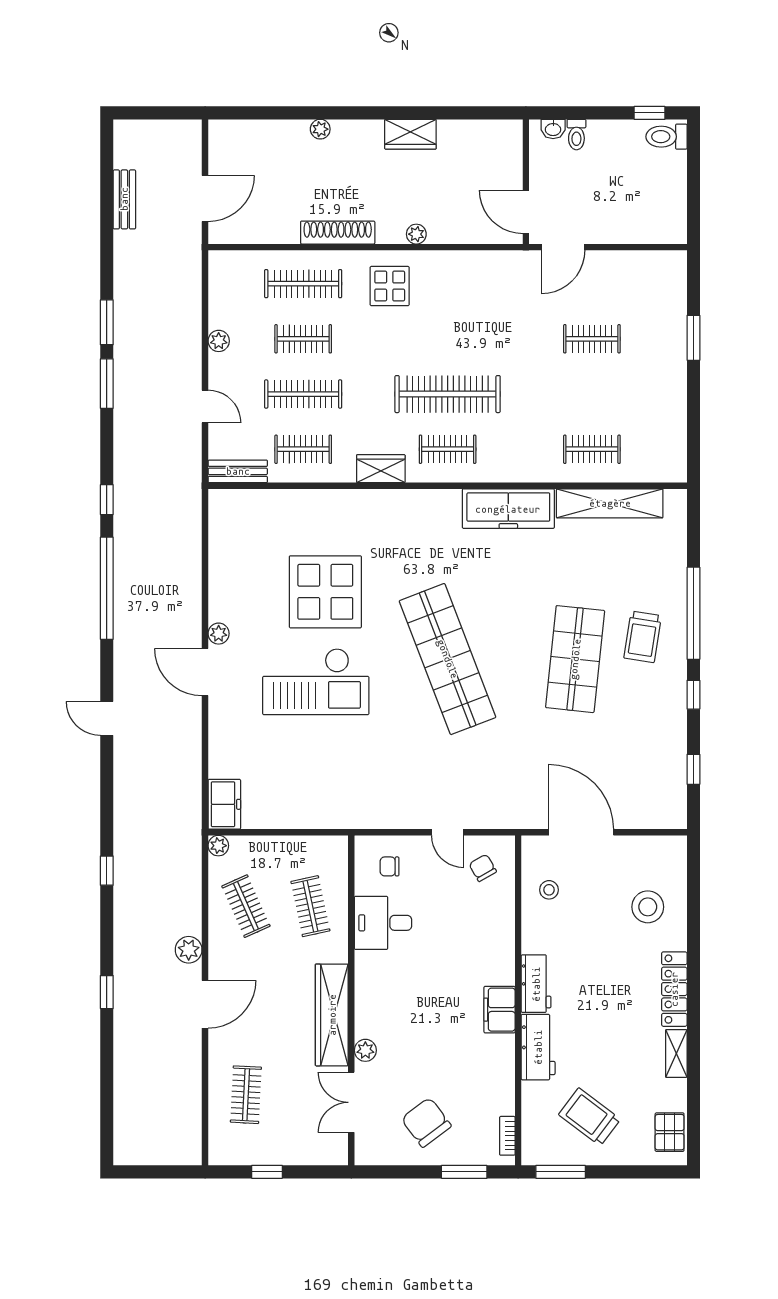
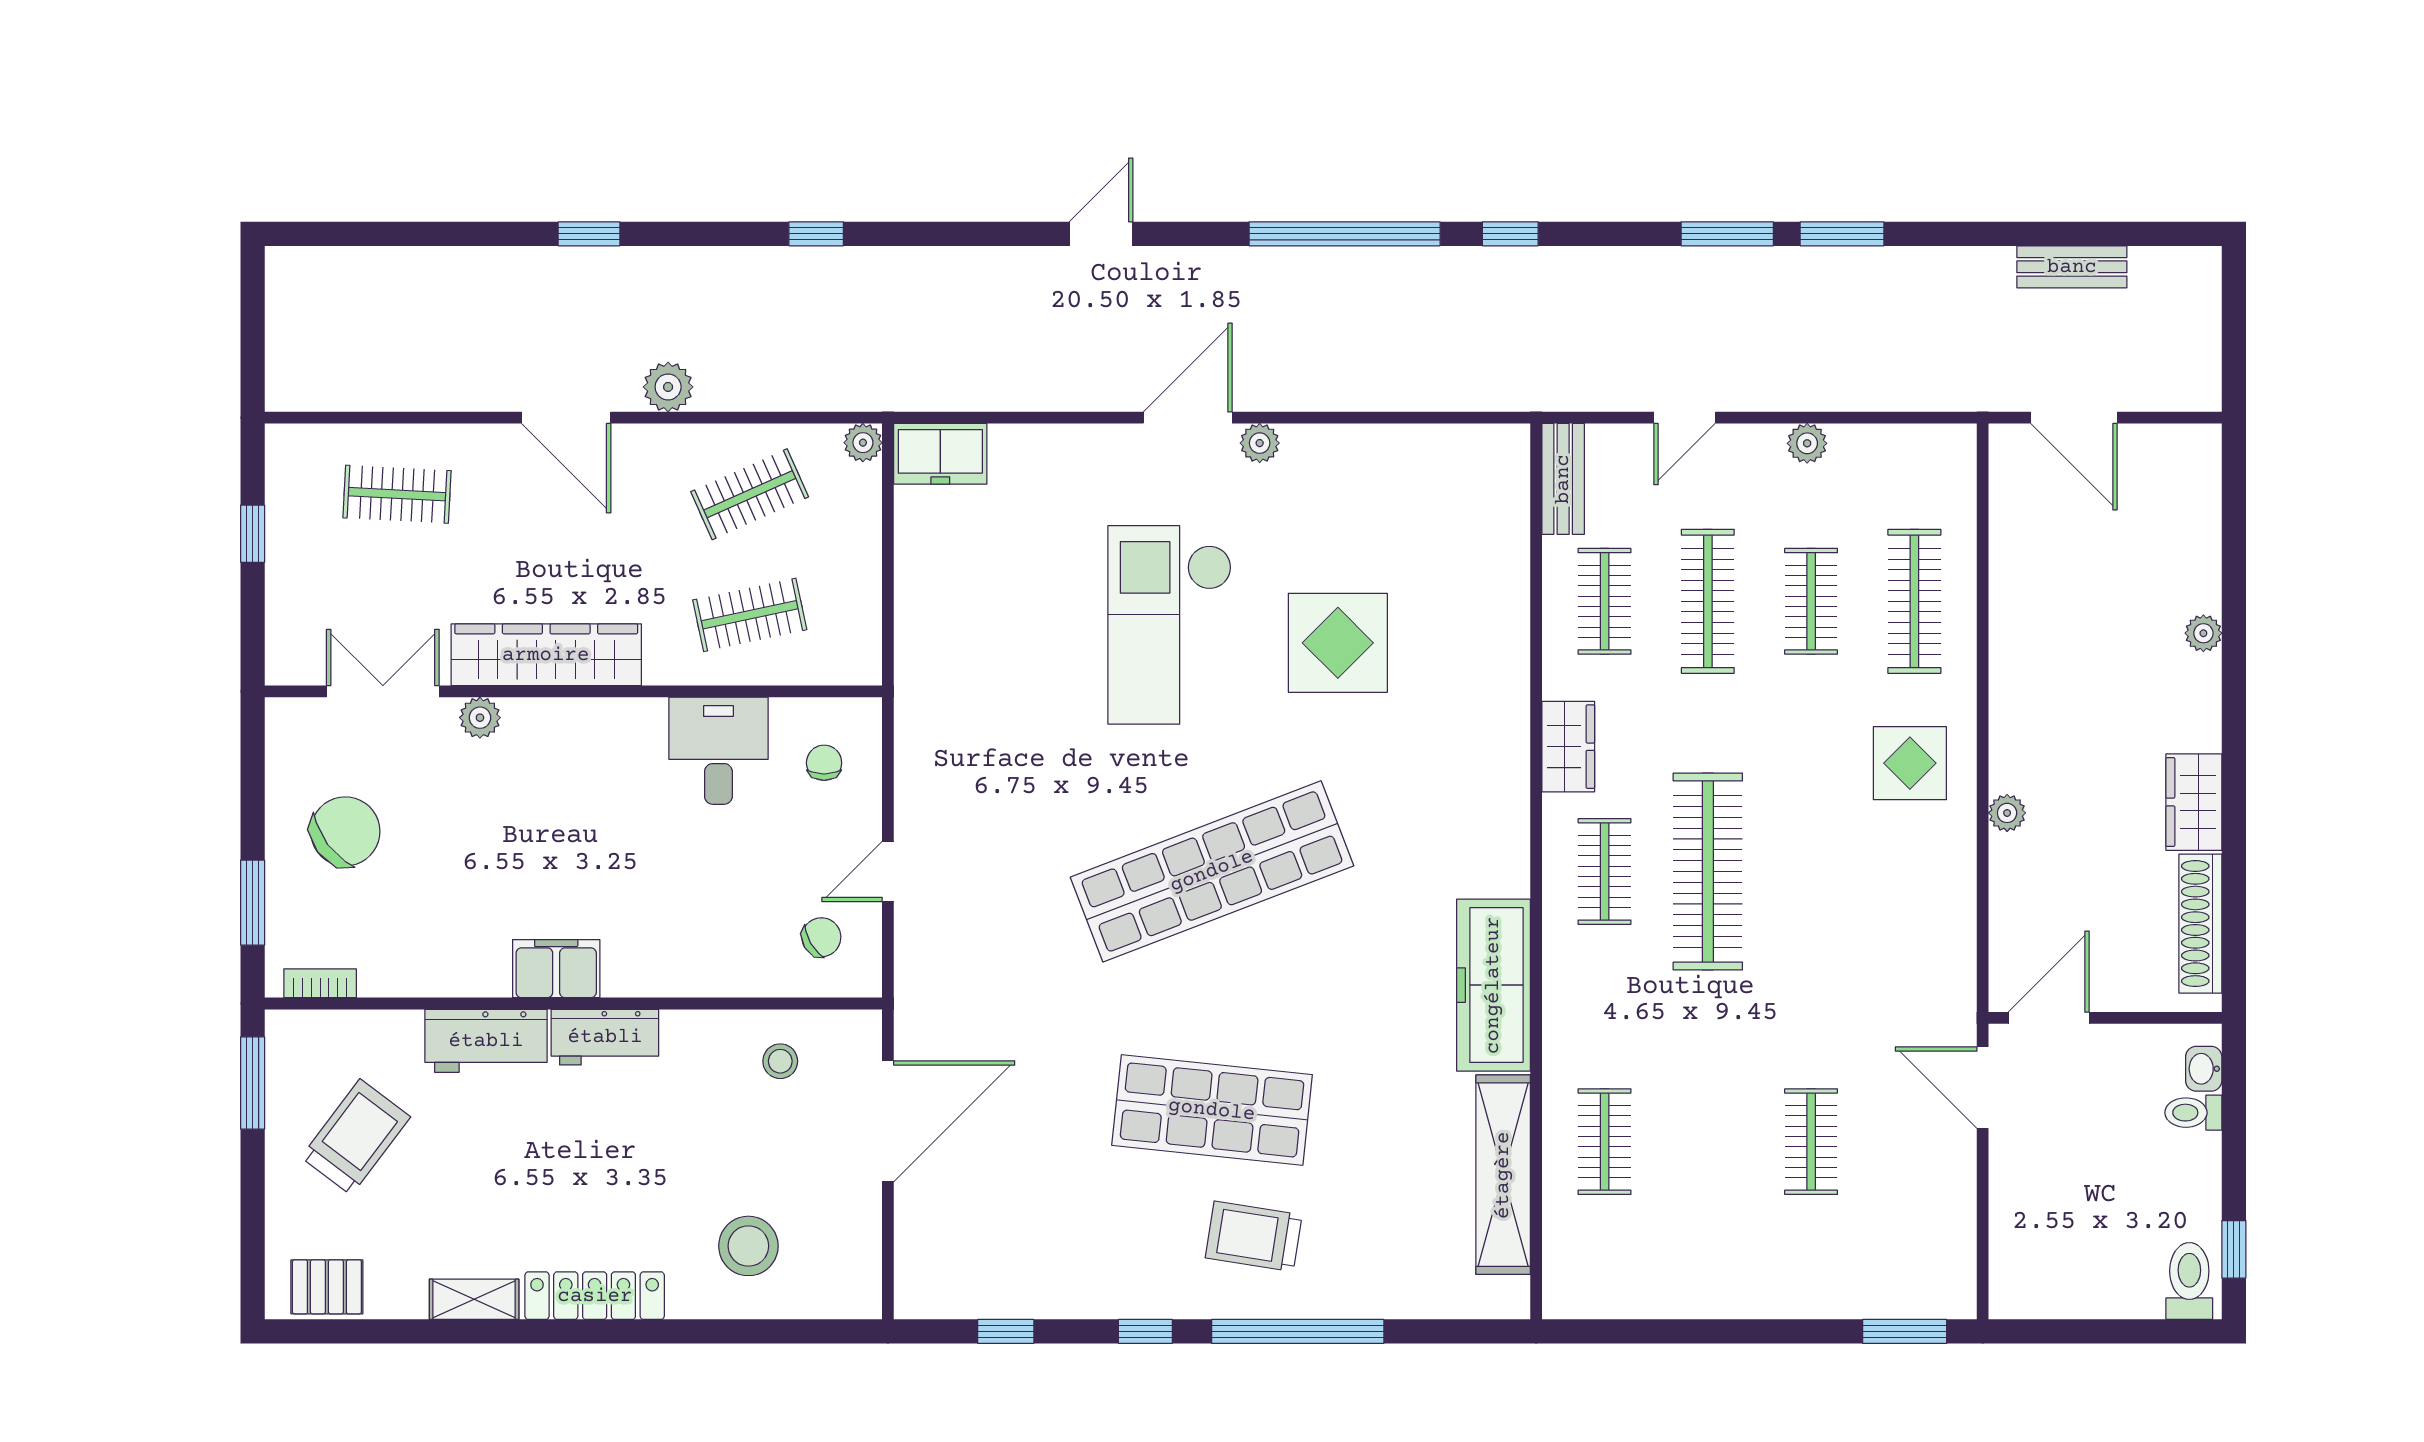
shoe rack: (338, 233) -> (2200, 924), moved, turned 180
window: (693, 338) -> (1905, 1331), moved
display table: (325, 592) -> (1338, 643), width x0.73, depth x0.73

